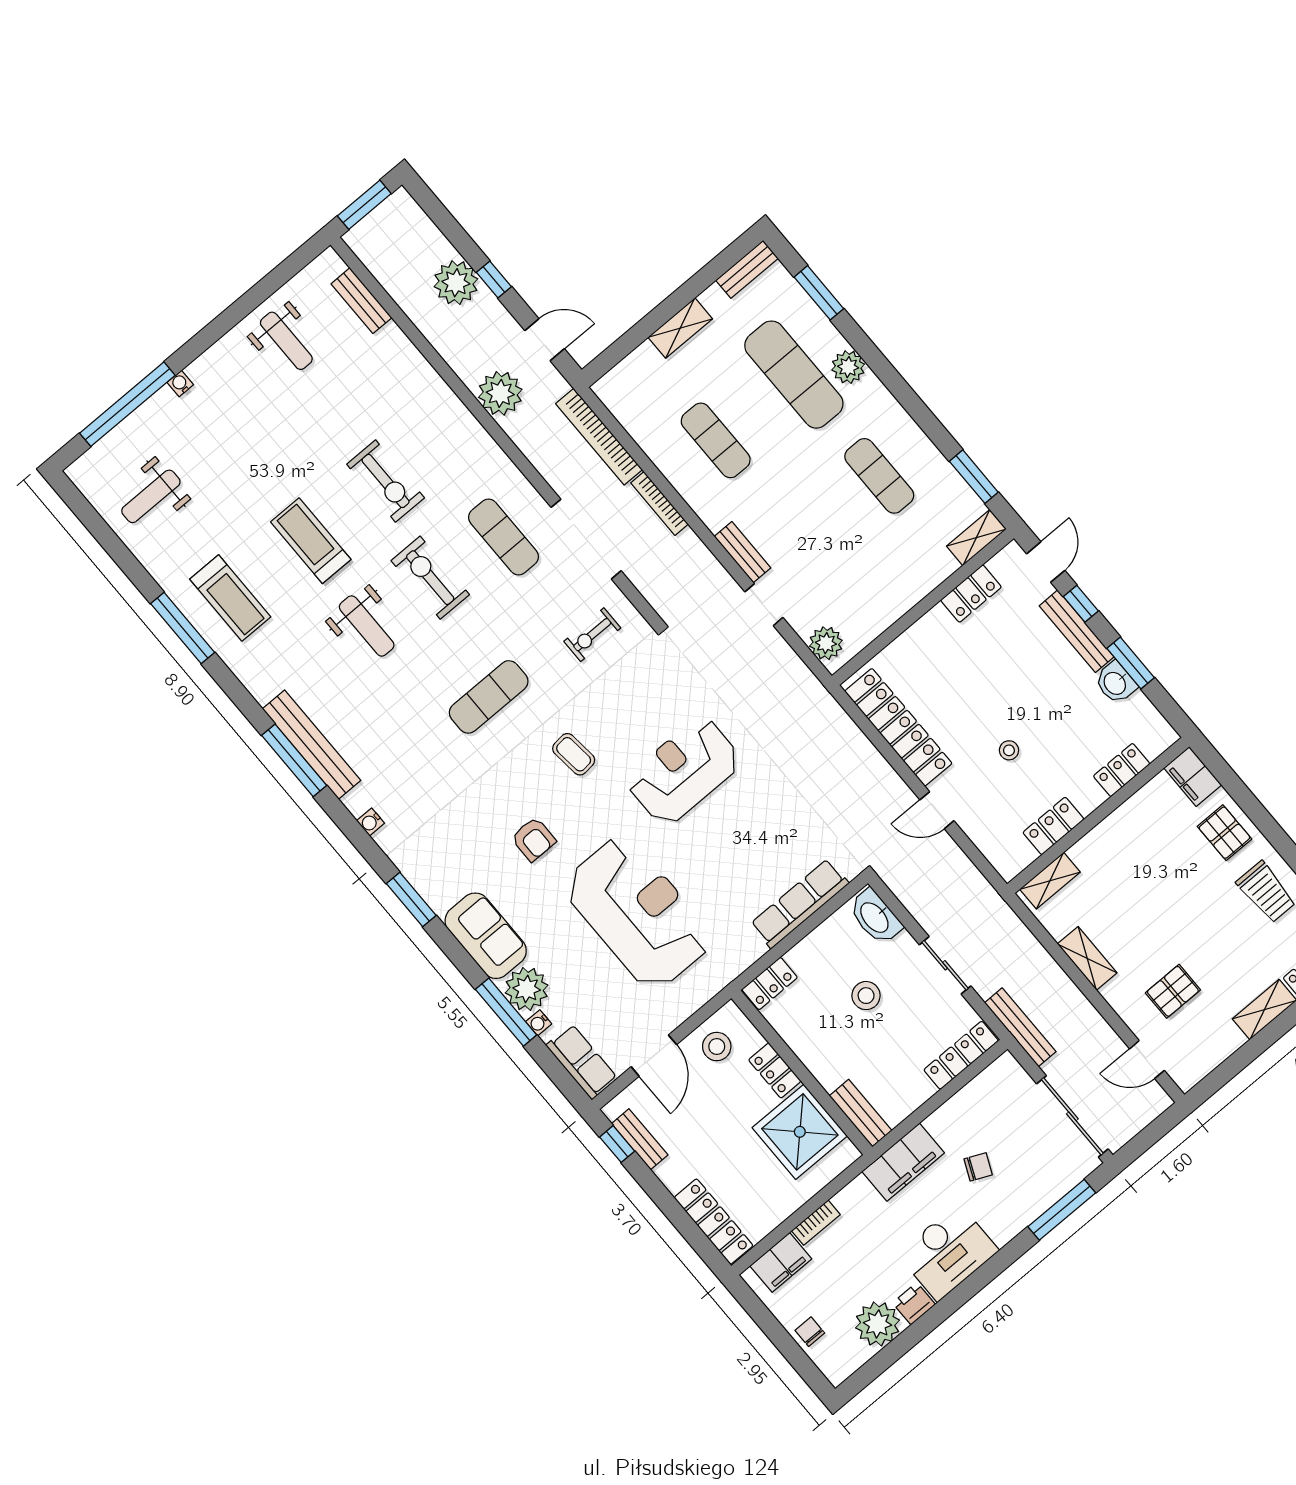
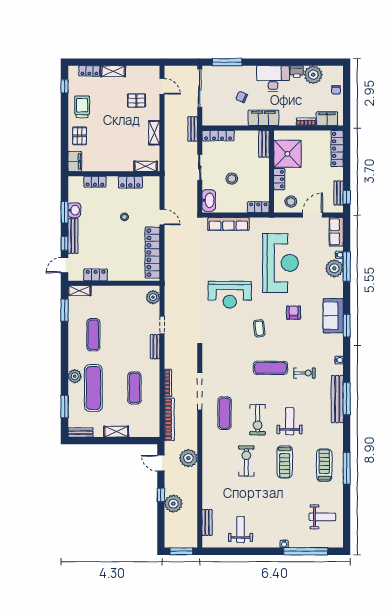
exercise bike: (592, 635) -> (304, 373), moved
reception desk: (638, 913) -> (281, 263), turned 180
sofa: (486, 936) -> (333, 316), moved
bench: (1020, 1027) -> (193, 129), width x0.73

